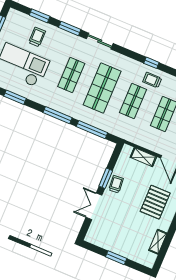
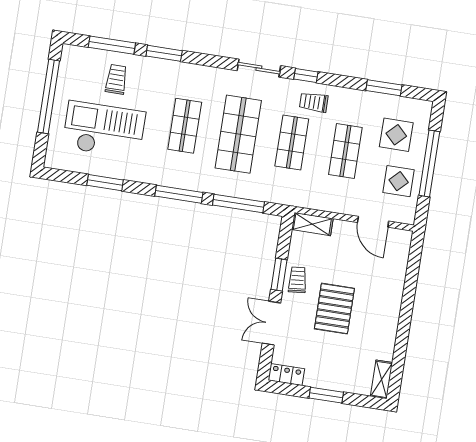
window: (40, 16) -> (112, 45), width x1.44
sliding door: (100, 41) -> (259, 68), moved
shelving: (143, 157) -> (312, 224), moved
pallet: (155, 202) -> (334, 309), moved
locker: (95, 239) -> (286, 375), added
shelving: (158, 242) -> (381, 379), moved

